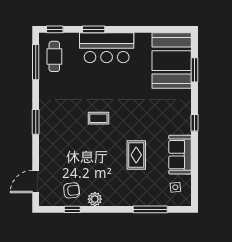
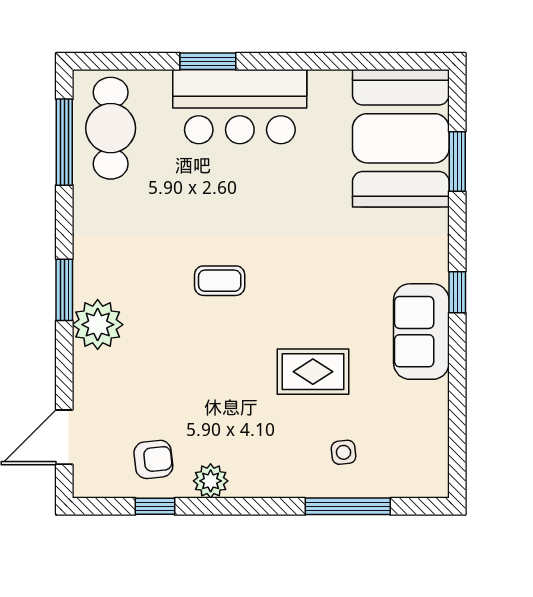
window: (55, 29) -> (112, 61), removed
cafe table: (54, 56) -> (111, 128), width x1.37, depth x1.35
plant: (49, 136) -> (98, 325), added
rug: (136, 155) -> (313, 372), turned 90
sofa: (180, 155) -> (421, 332), moved
side table: (175, 187) -> (344, 452), moved

